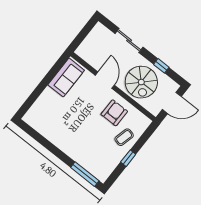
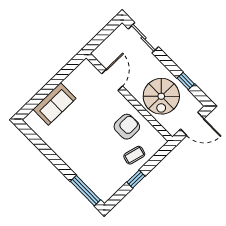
sliding door: (129, 40) -> (143, 38), moved
sofa: (66, 78) -> (54, 104), moved
door: (105, 80) -> (112, 80), moved

